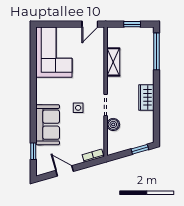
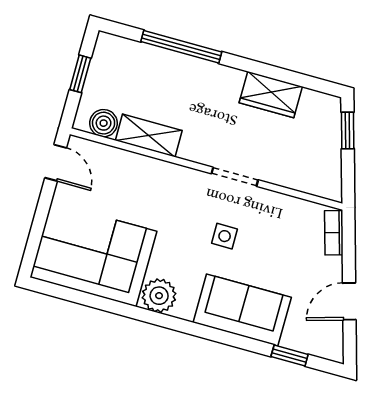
window: (156, 51) -> (181, 47), moved
plant: (44, 86) -> (159, 296), added
wardrobe: (146, 97) -> (271, 95), moved
boiler: (113, 124) -> (104, 123), moved

